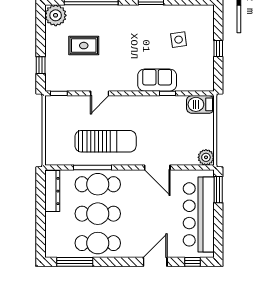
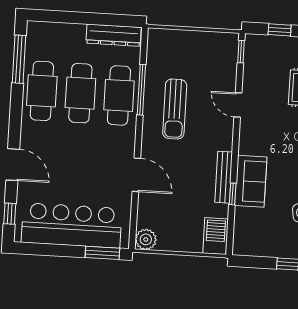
bench: (155, 101) -> (224, 177), added
sun lounger: (106, 141) -> (175, 109), width x0.73, depth x0.75
door: (157, 167) -> (136, 175), swing flipped

